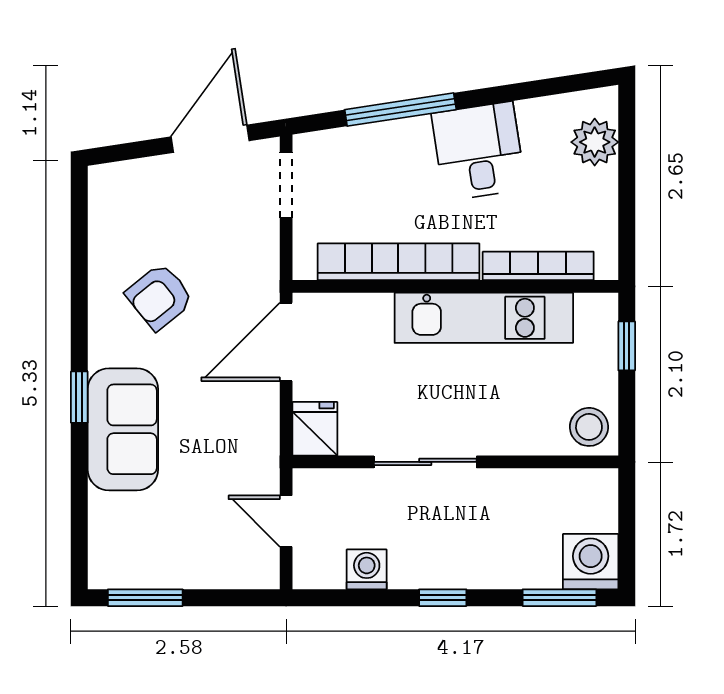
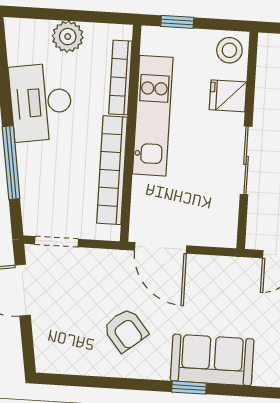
plant: (595, 142) -> (68, 37), moved
desk: (479, 151) -> (41, 102), width x1.37
fridge: (315, 429) -> (228, 96), moved

